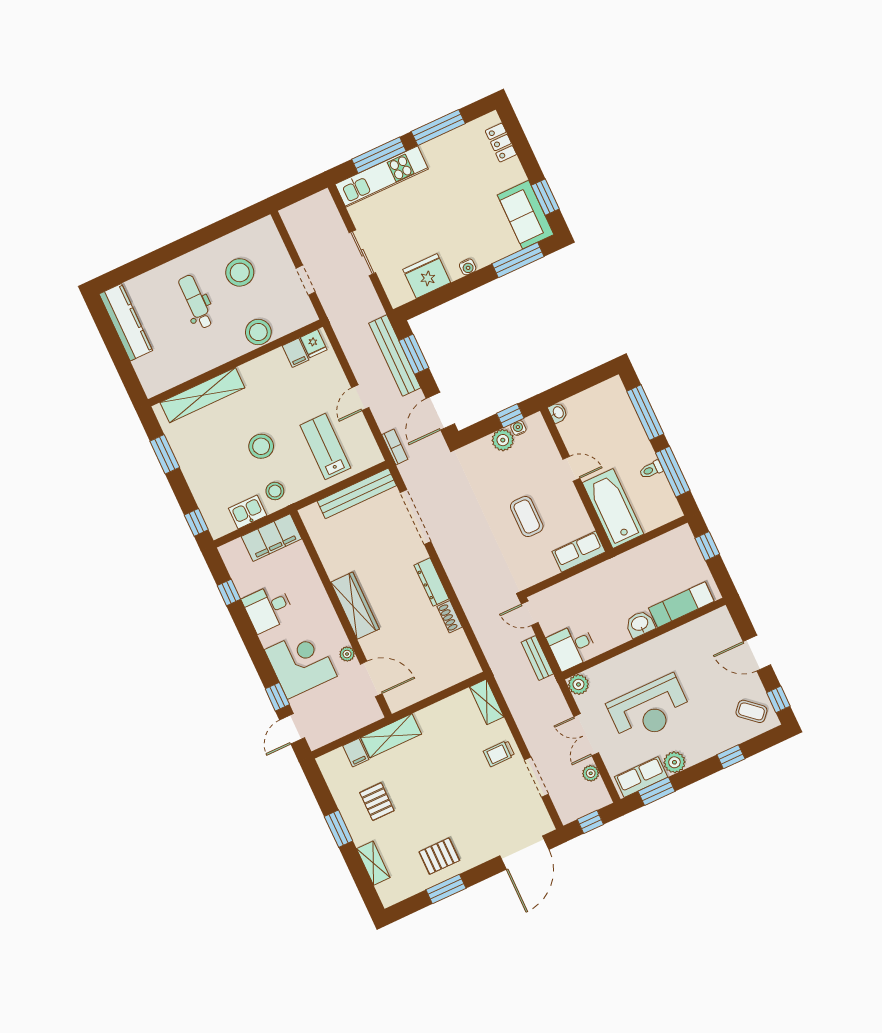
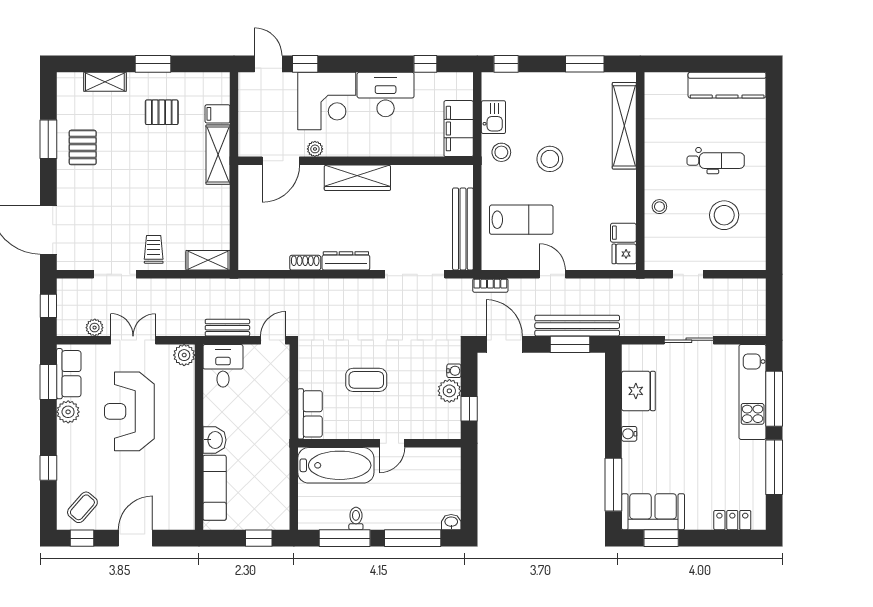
stool: (258, 332) -> (659, 207), width x0.53, depth x0.53
washbasin: (558, 413) -> (451, 522), moved, turned 180
water cooler: (518, 428) -> (454, 371), moved
desk: (268, 608) -> (386, 95), width x1.37

